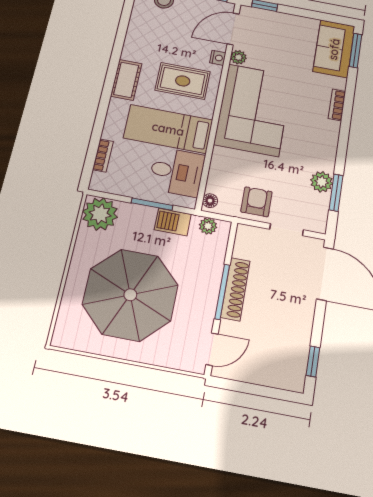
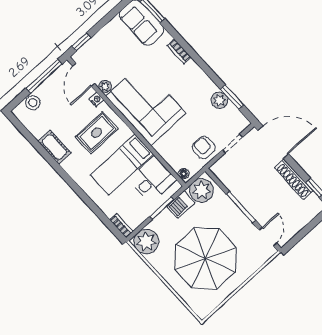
cot: (126, 80) -> (54, 147), moved
bookcase: (103, 156) -> (121, 226), moved
plant: (208, 226) -> (201, 190), width x1.88, depth x1.88
shoe rack: (235, 289) -> (294, 179), moved, turned 180

